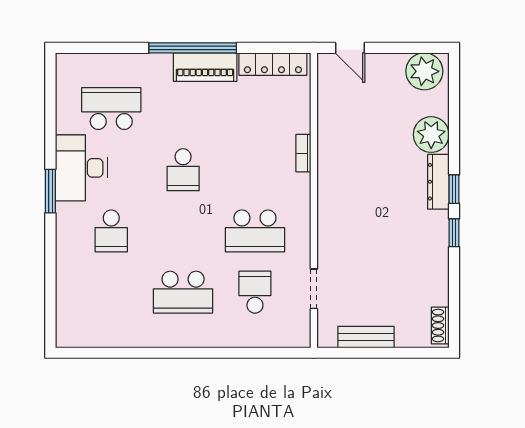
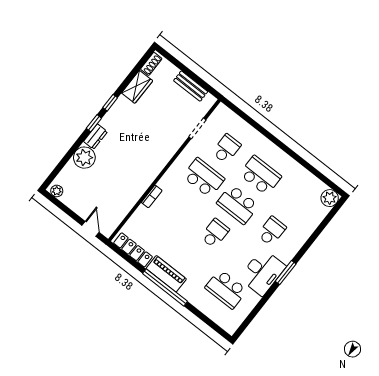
plant: (424, 71) -> (57, 191), width x0.53, depth x0.53
dresser: (438, 182) -> (95, 137), width x0.70
school desk: (183, 231) -> (238, 204), added
wardrobe: (435, 281) -> (137, 87), added
school desk: (255, 292) -> (226, 149), turned 180
plant: (70, 334) -> (330, 198), added

